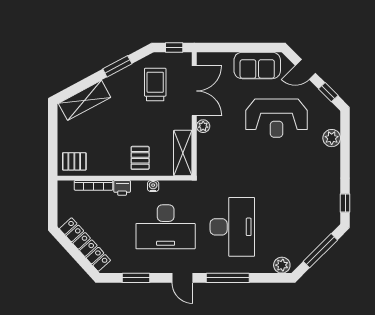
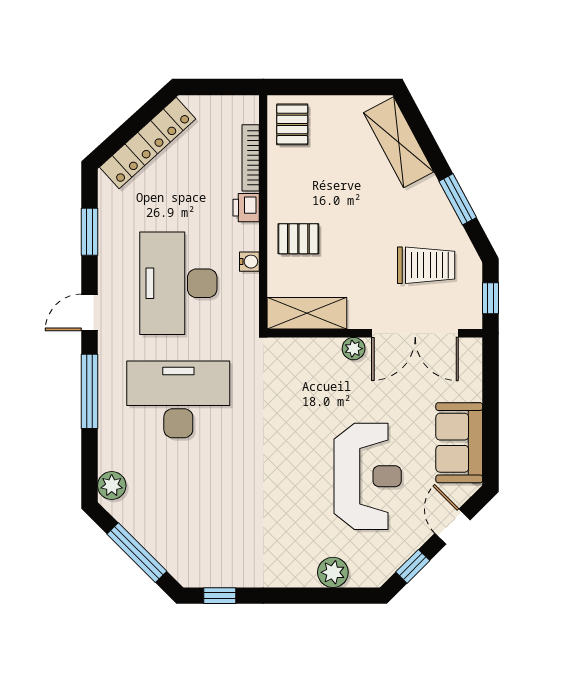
reception desk: (276, 118) -> (368, 476), turned 180
desk: (232, 227) -> (178, 399), turned 180

